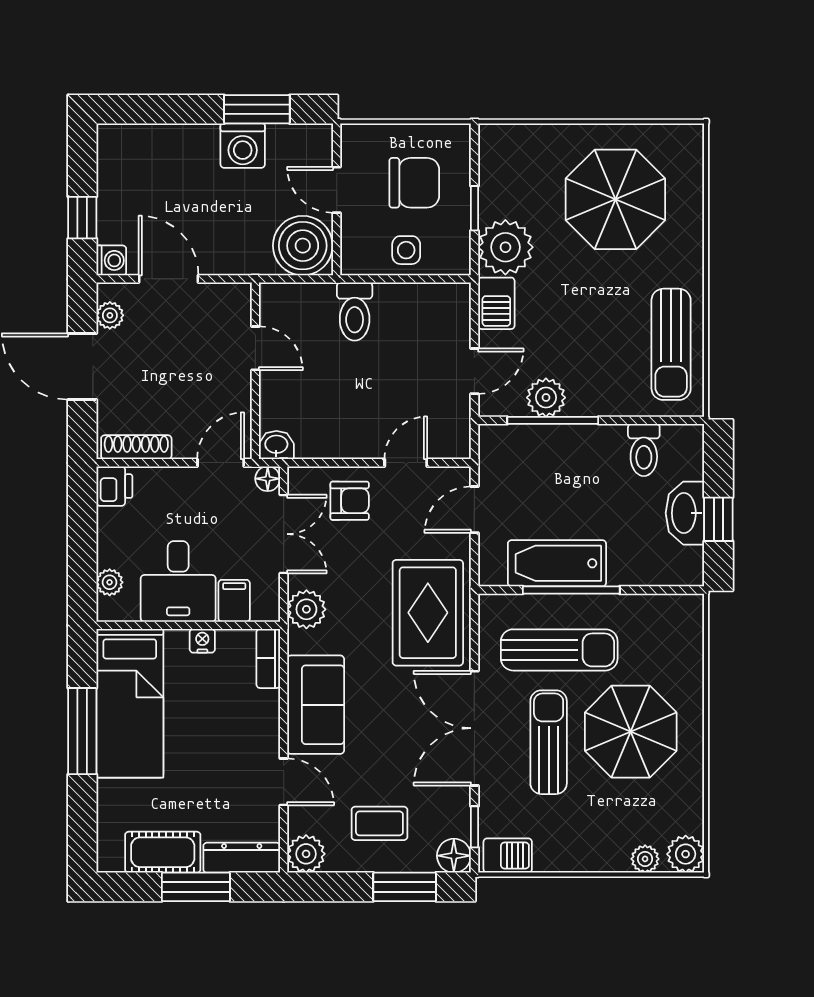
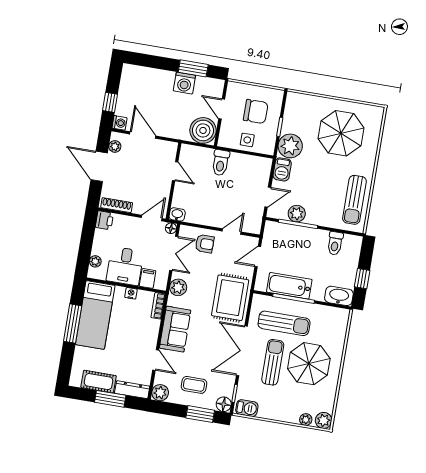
washbasin: (685, 513) -> (339, 296), moved, turned 90

